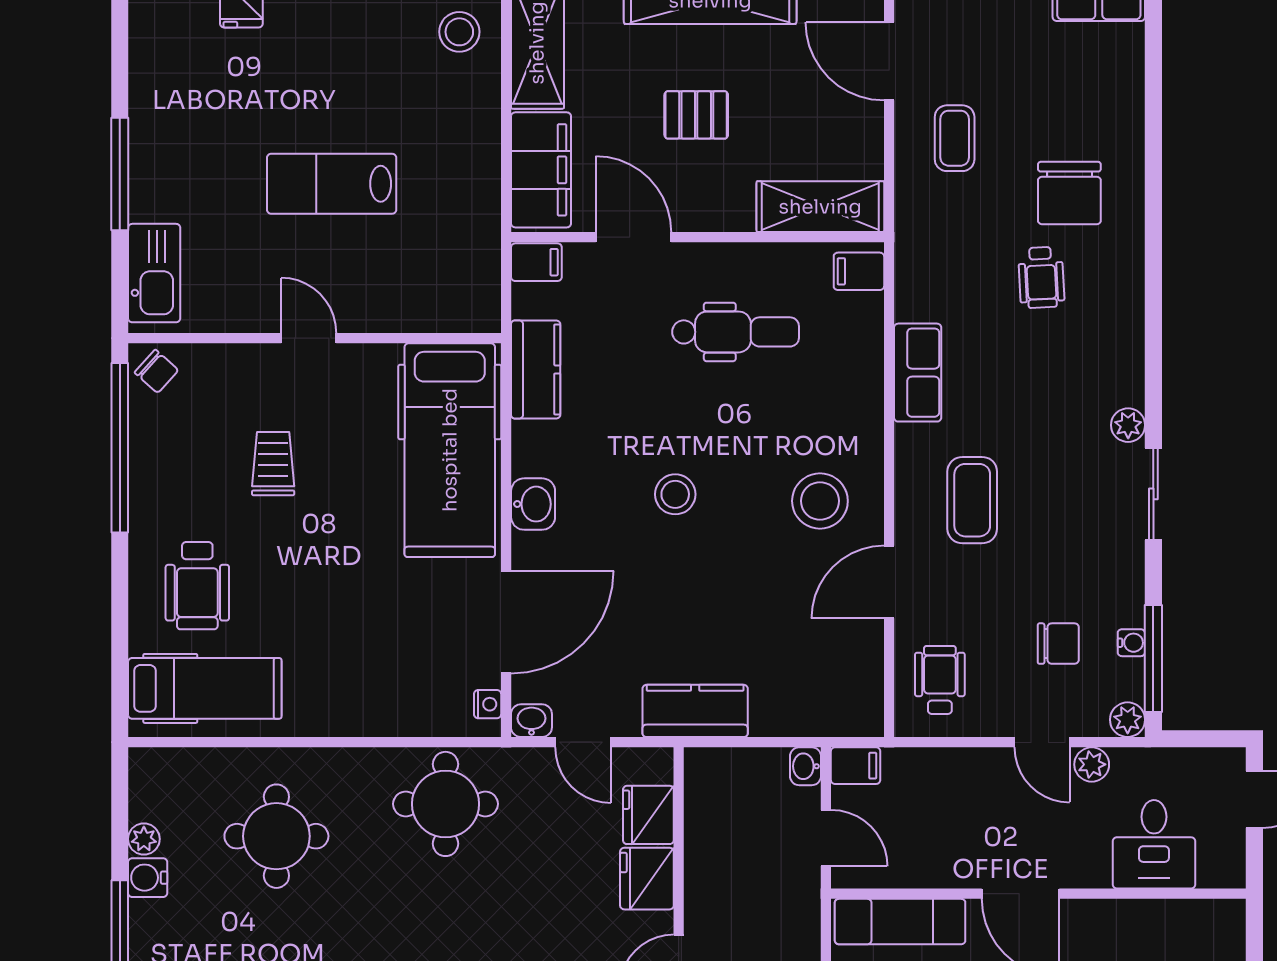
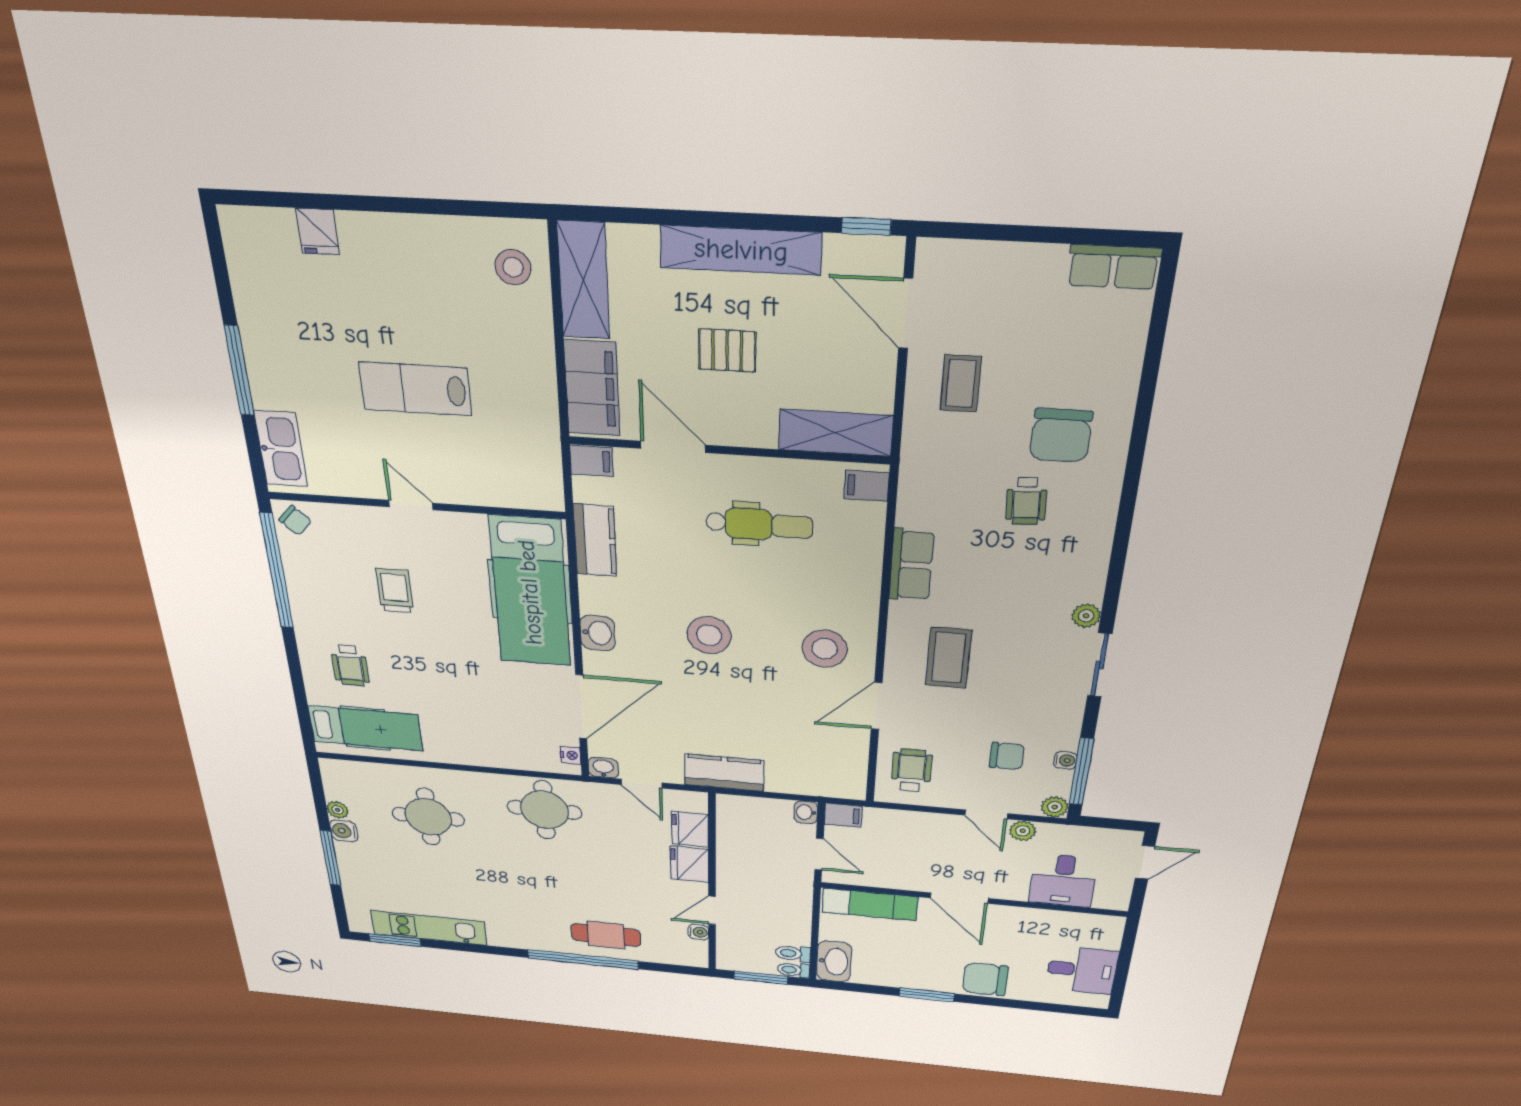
stool: (675, 494) -> (709, 635), width x1.38, depth x1.38
wheelchair: (197, 586) -> (350, 665), width x0.73, depth x0.73

